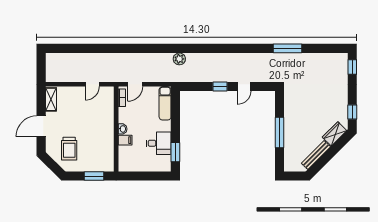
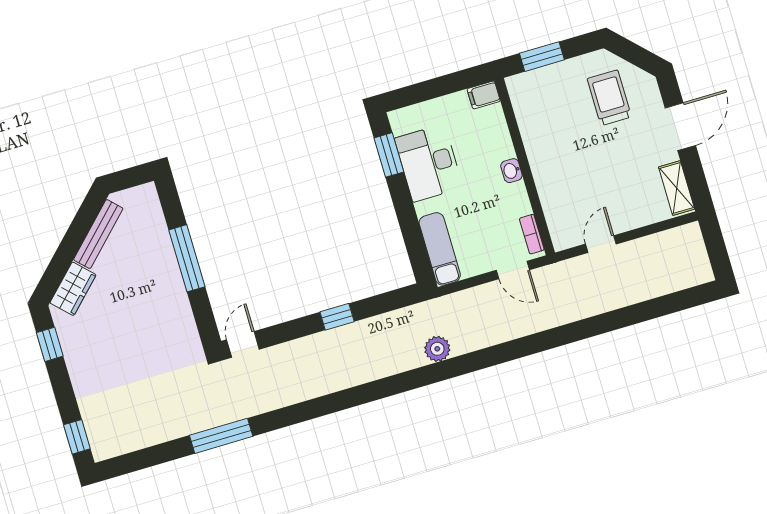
door: (135, 84) -> (513, 270), swing flipped
door: (244, 86) -> (243, 344), moved
filing cabinet: (125, 140) -> (484, 95), moved
desk: (159, 143) -> (429, 163), width x1.37

